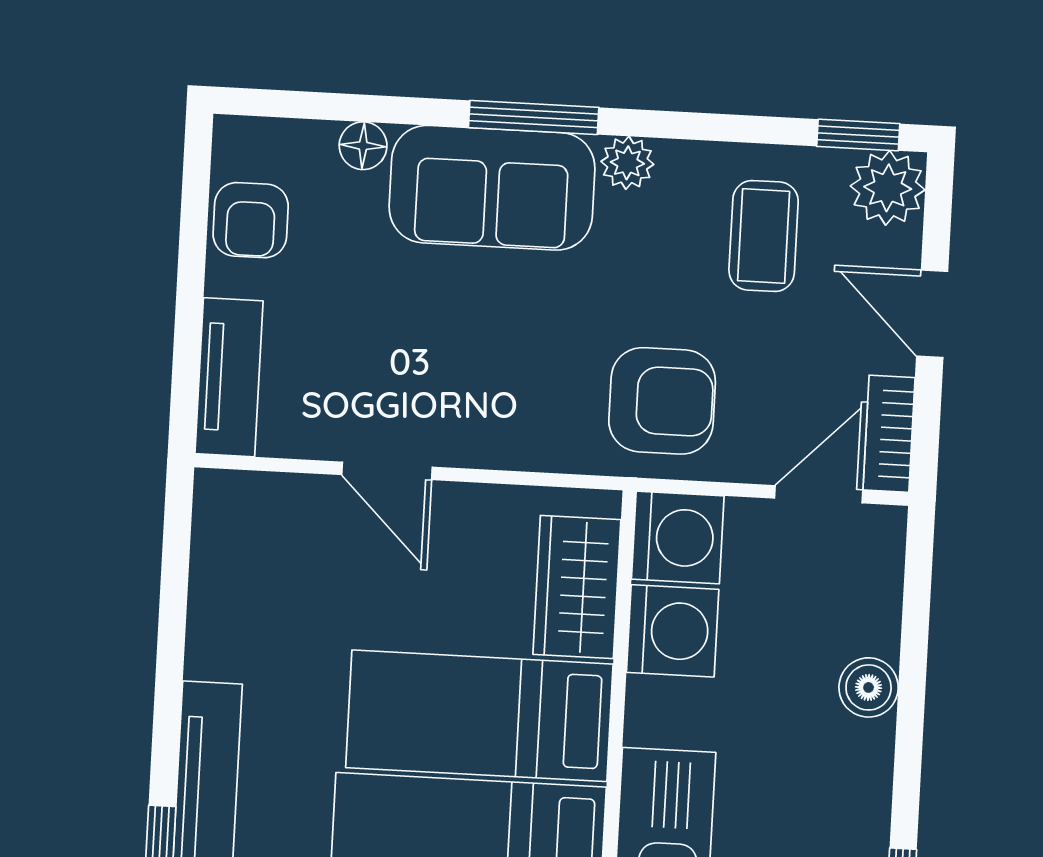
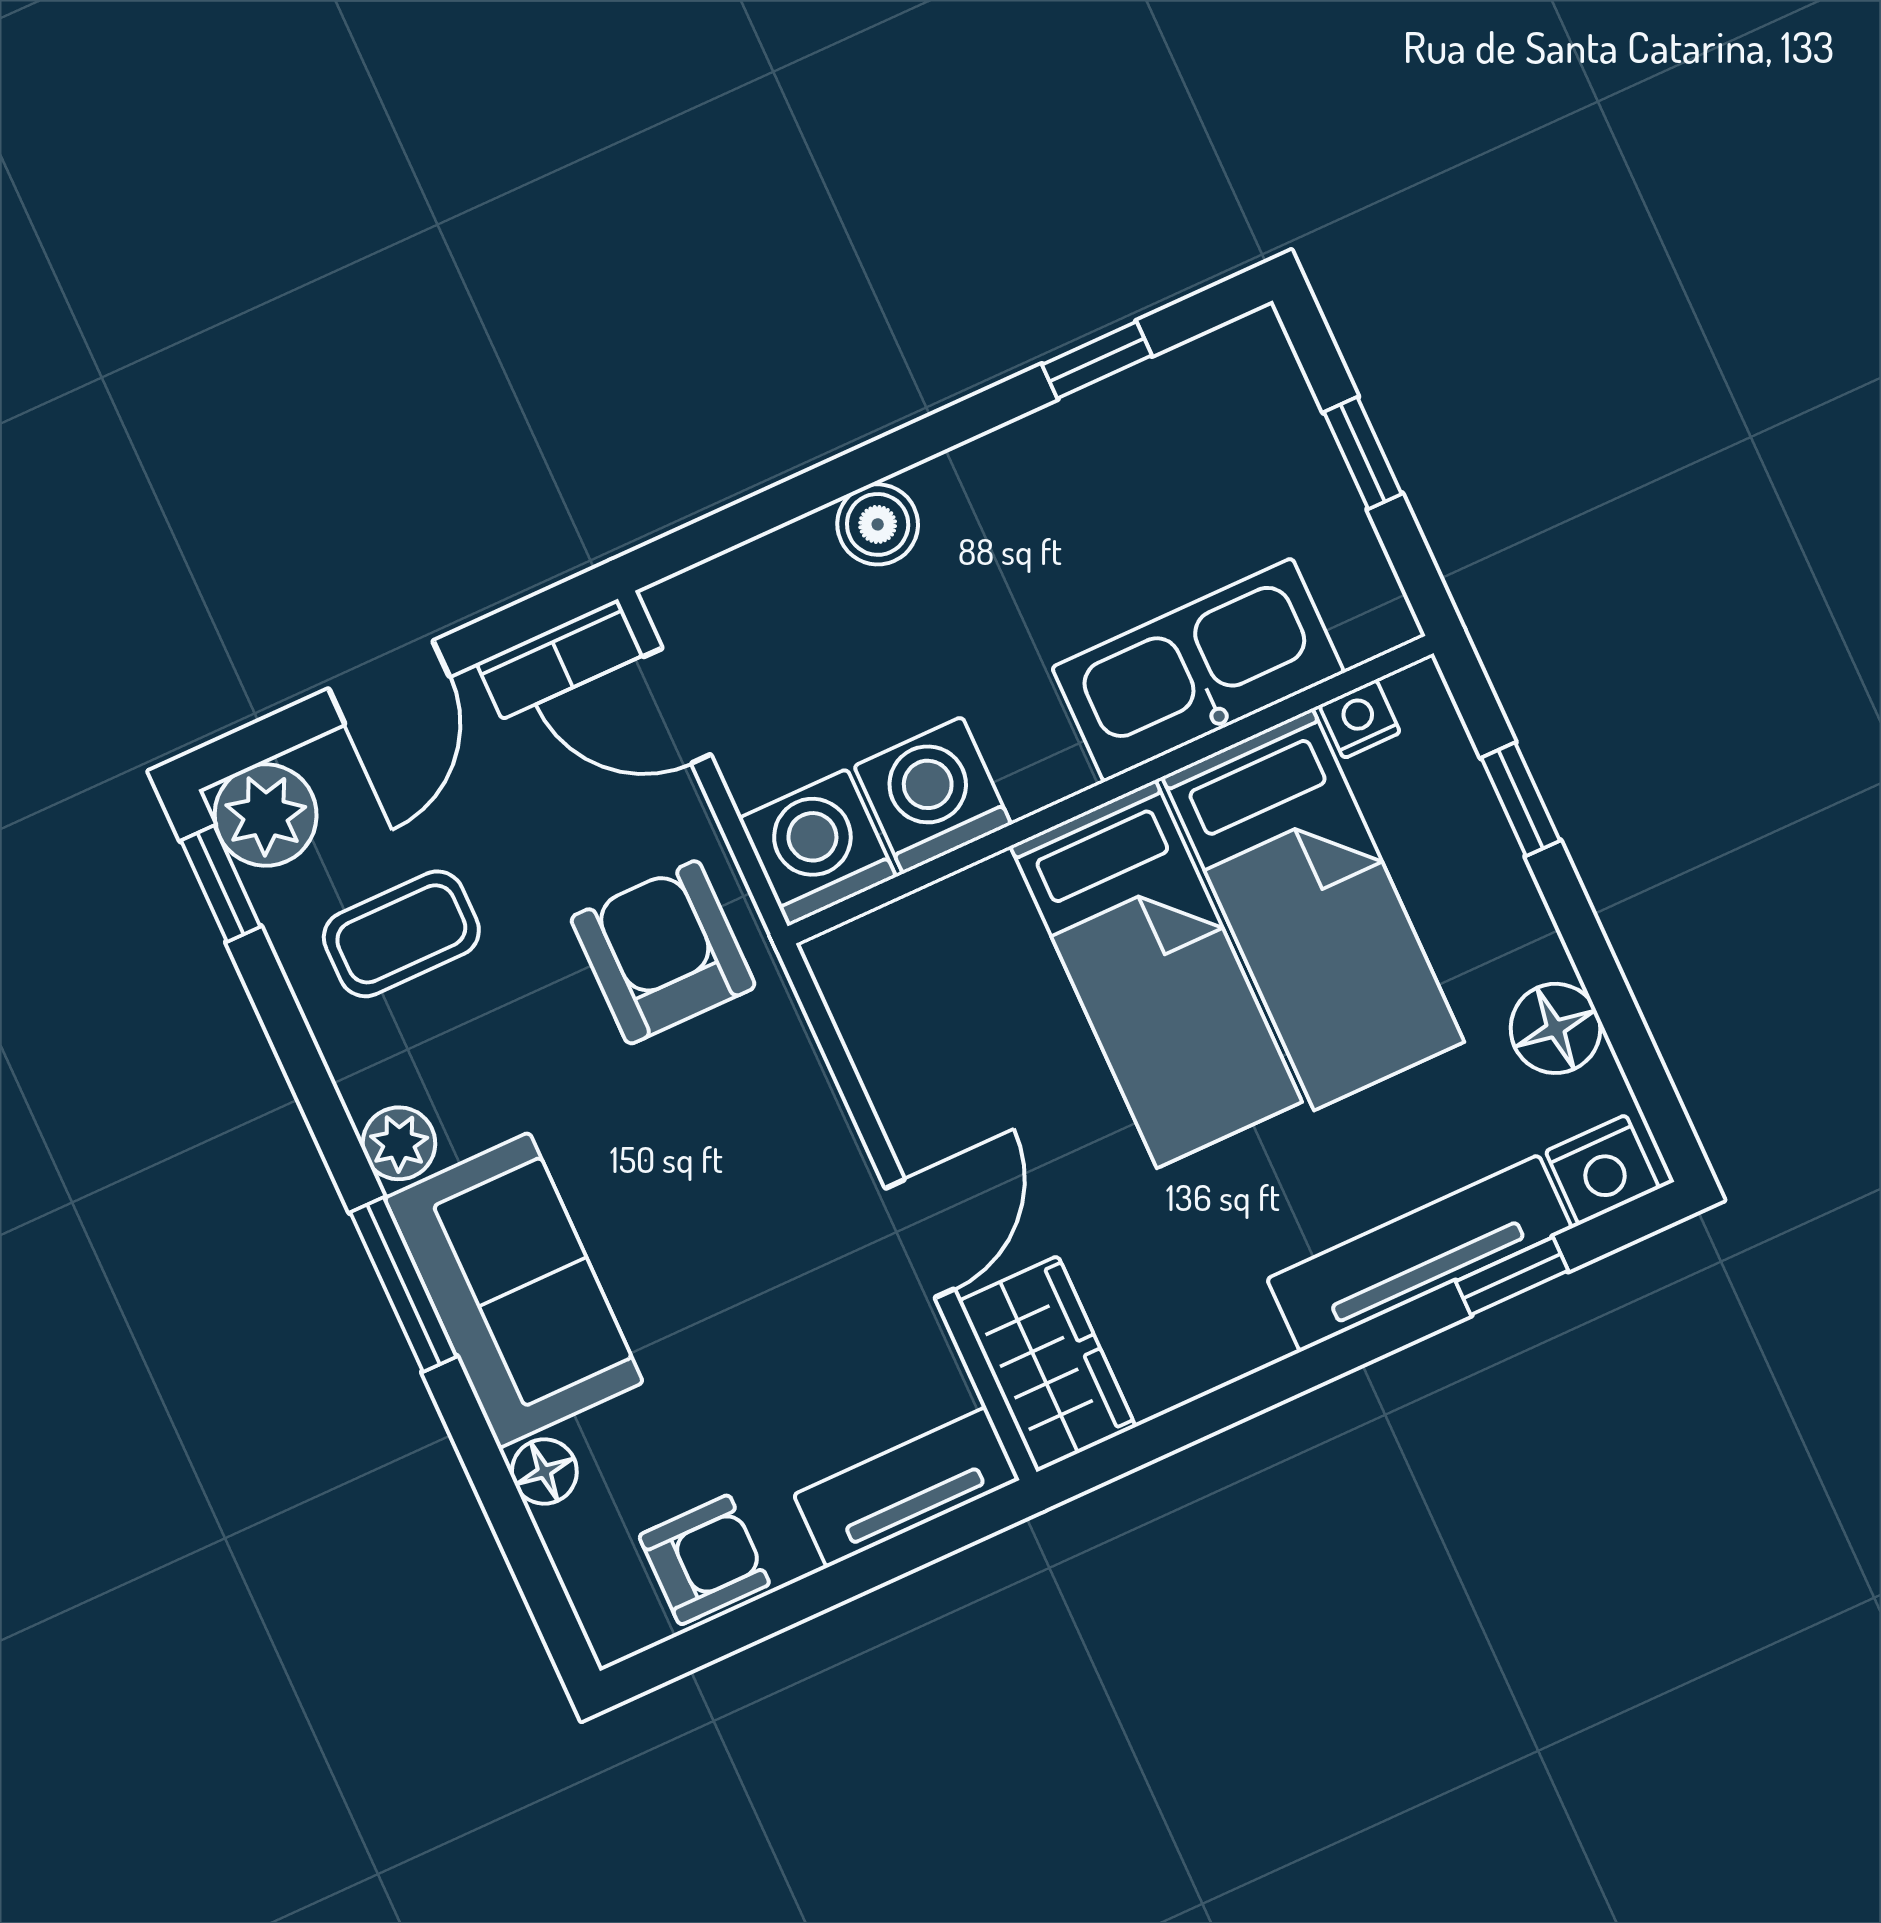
wardrobe: (577, 587) -> (1047, 1364), moved, turned -90

